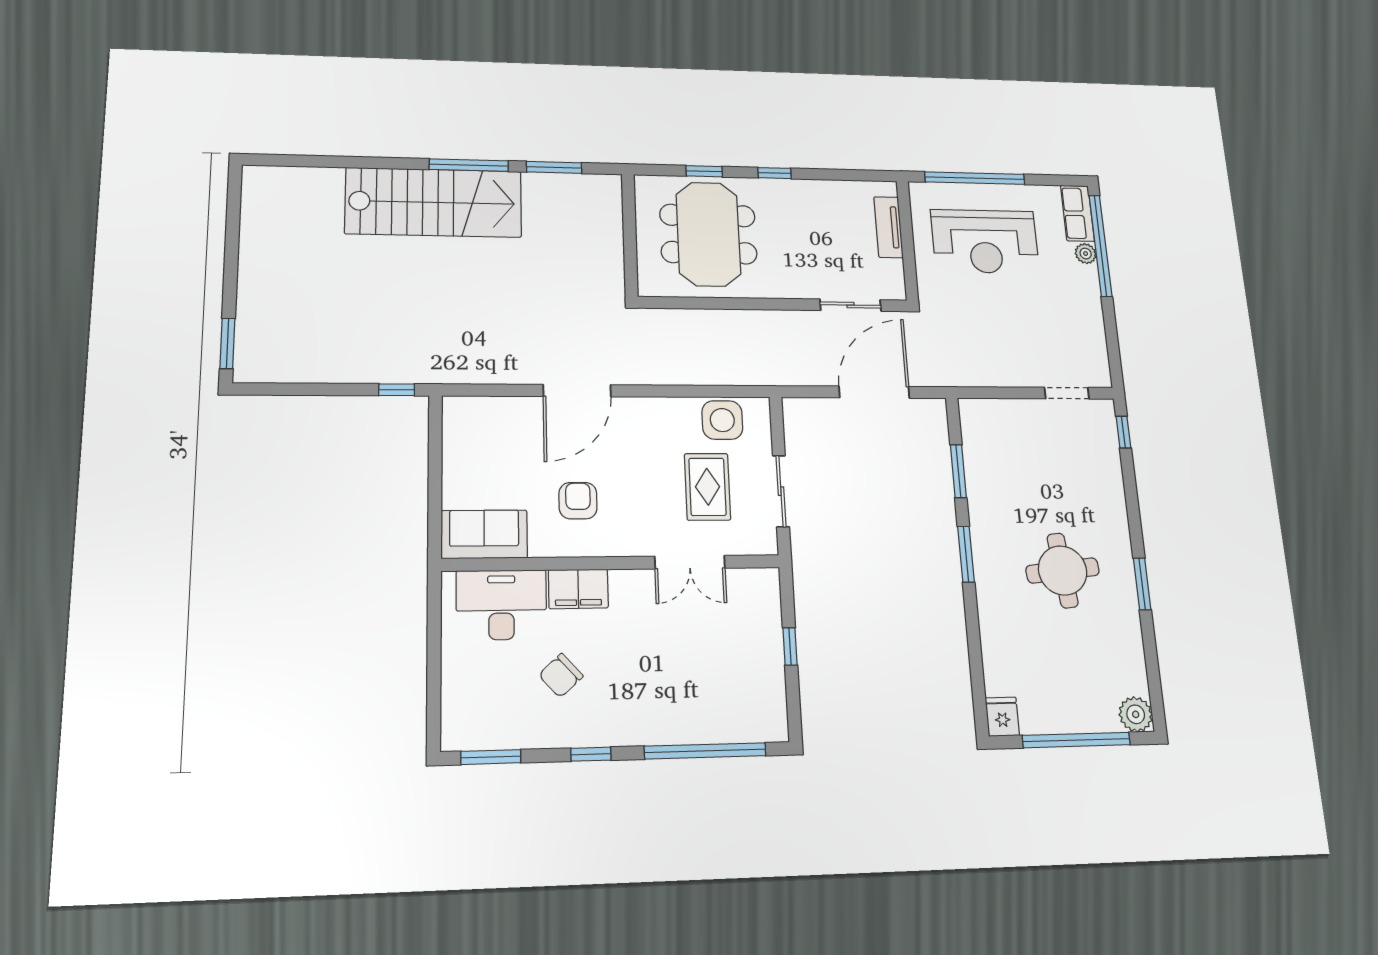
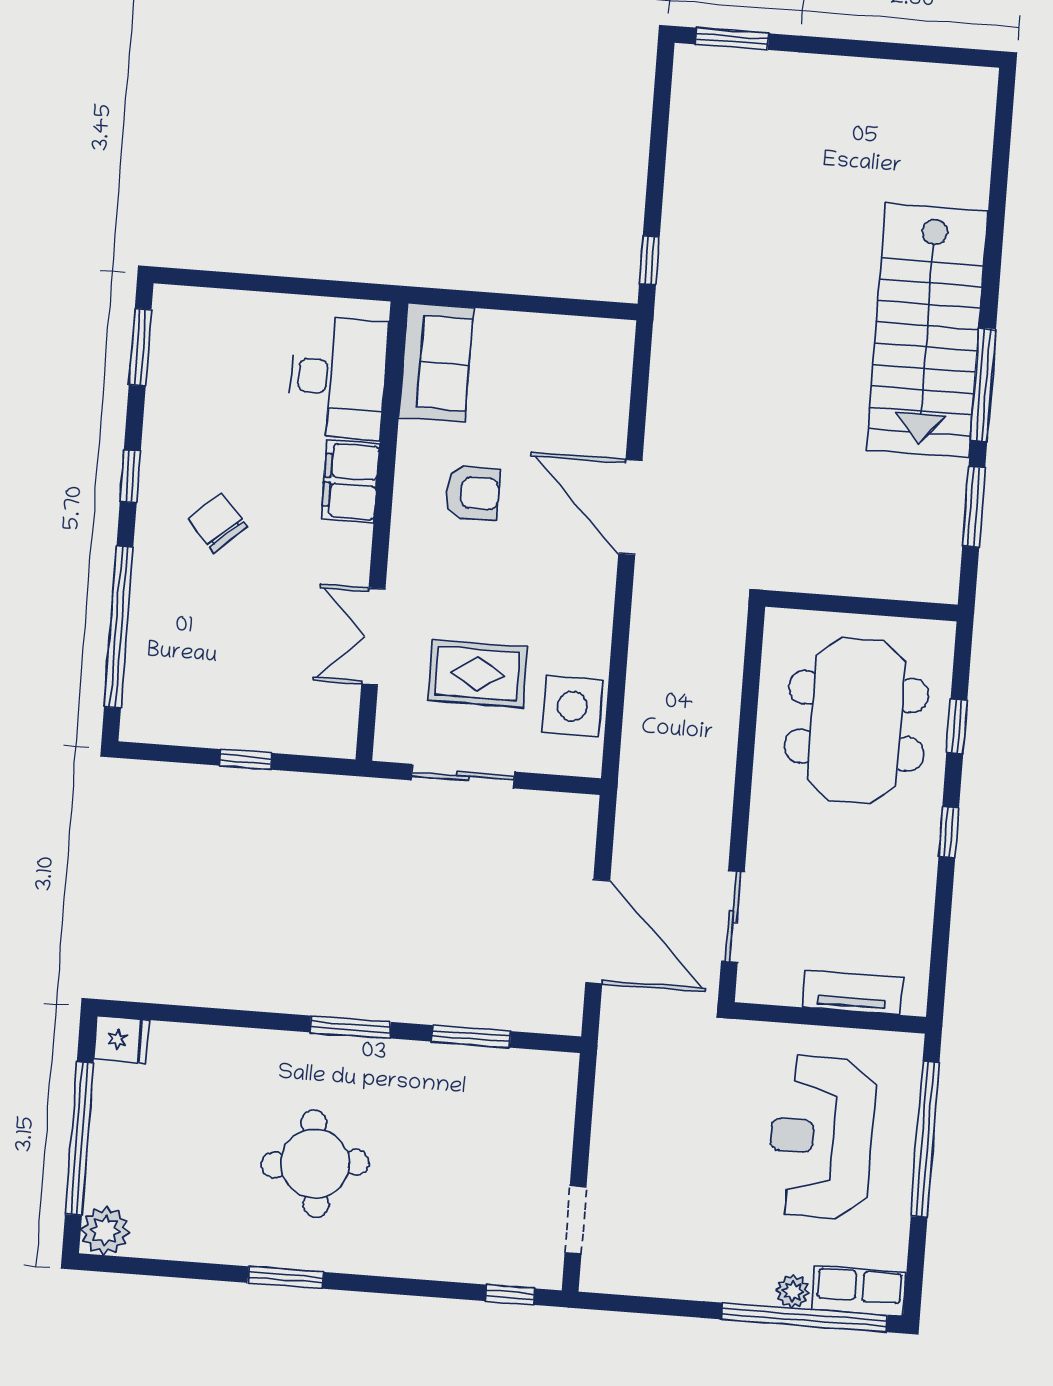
meeting table: (708, 234) -> (856, 721), turned 90
chair: (561, 675) -> (218, 523), moved

